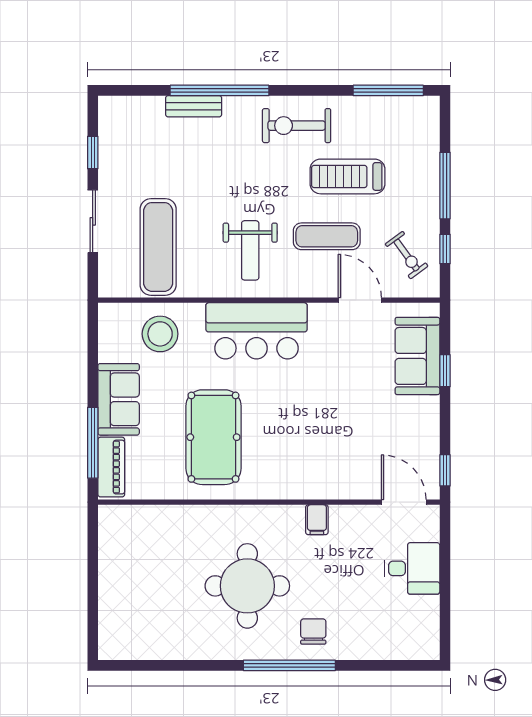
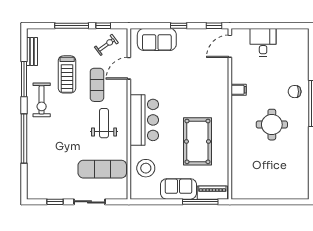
window: (388, 90) -> (24, 79), moved
bench: (194, 106) -> (32, 51), moved
weight bench: (250, 250) -> (104, 123), turned -90
window: (445, 371) -> (179, 26), moved
pool table: (213, 437) -> (197, 141), turned 90
round table: (247, 586) -> (272, 125), width x0.73, depth x0.73

